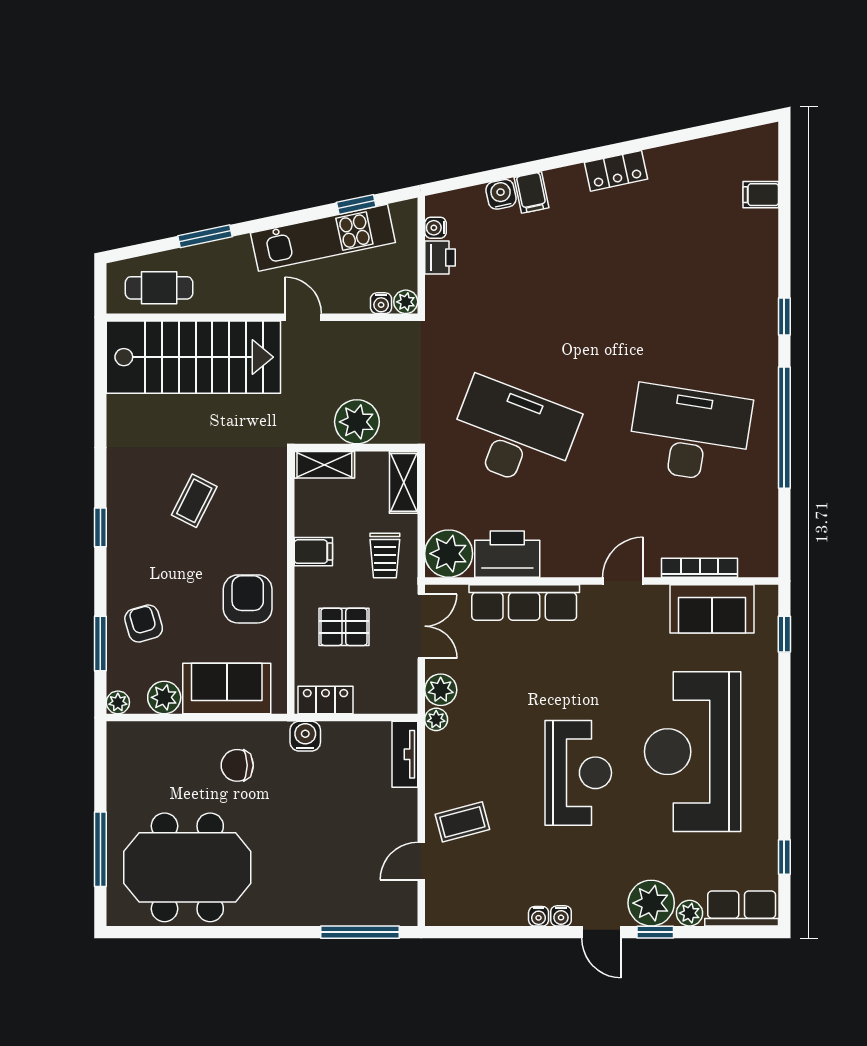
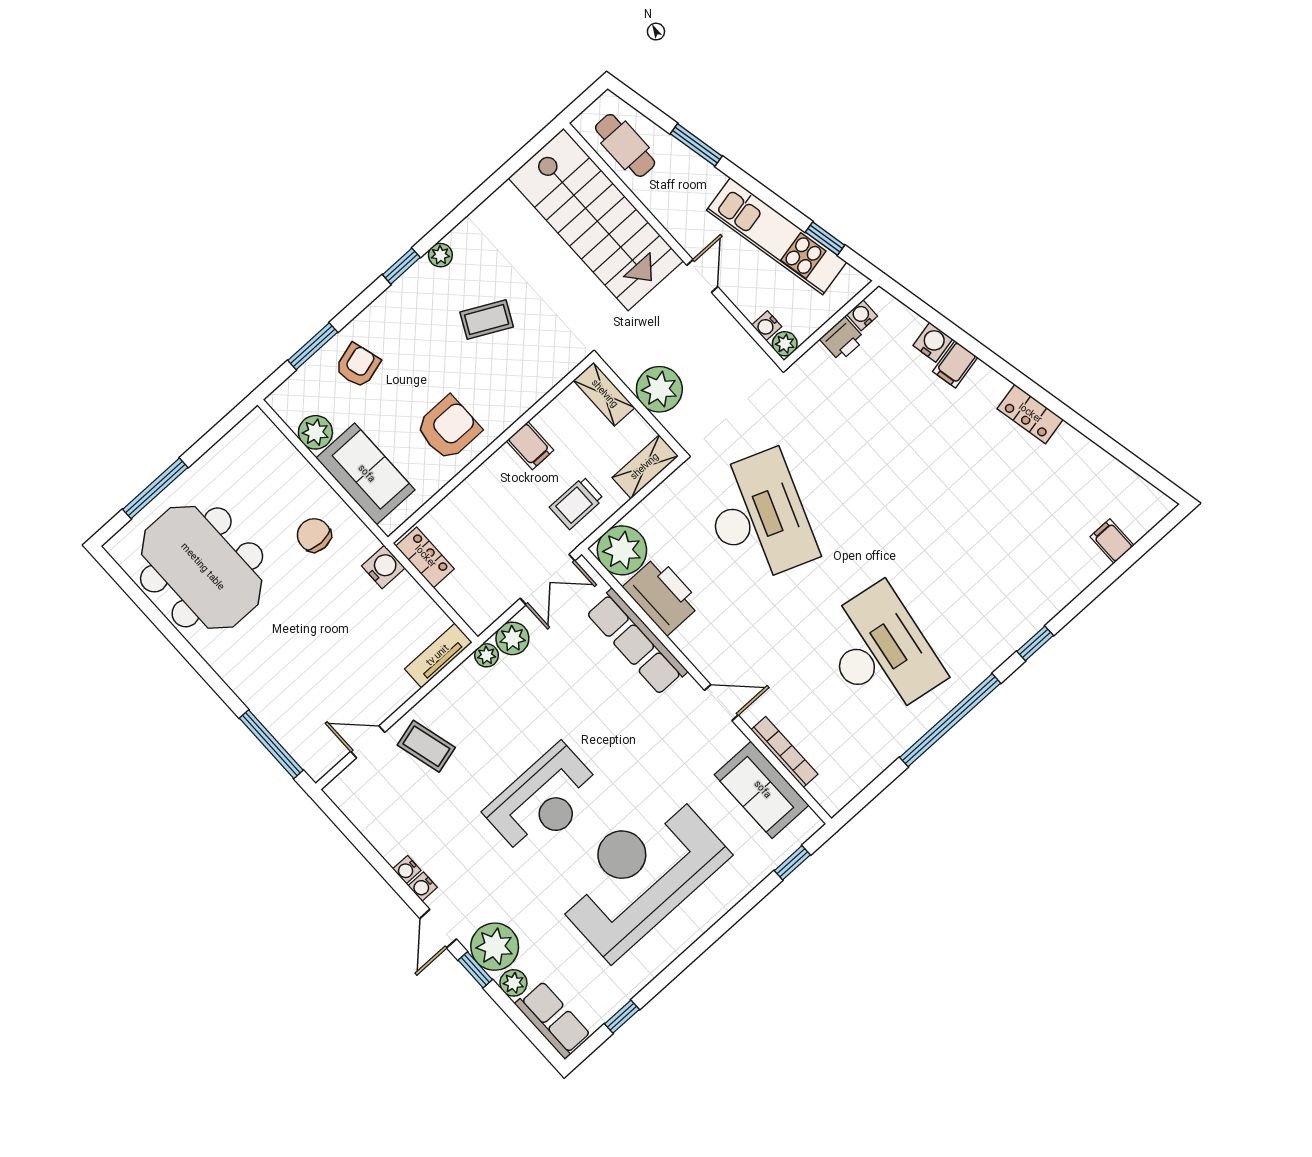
pallet: (344, 627) -> (494, 521), removed
plant: (118, 702) -> (440, 255), moved

